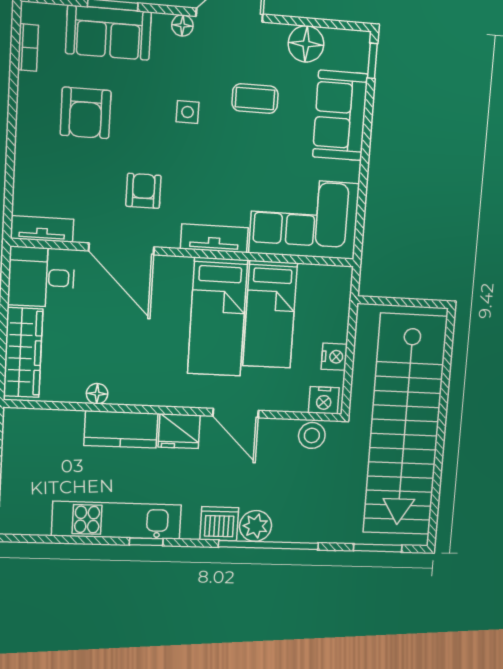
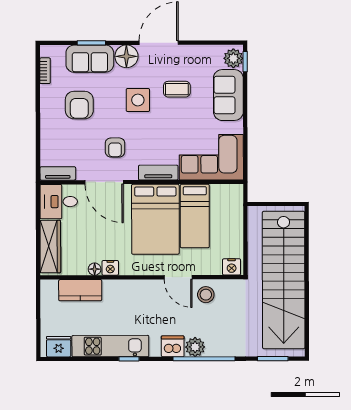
floor lamp: (182, 25) -> (126, 56), width x1.89, depth x1.89
floor lamp: (306, 44) -> (205, 55), removed
plant: (353, 53) -> (233, 58), added
side table: (188, 112) -> (138, 100), width x1.87, depth x1.87
armchair: (143, 191) -> (115, 147), turned 180
bed: (218, 317) -> (155, 219), width x1.50
nightstand: (334, 357) -> (110, 268), moved, turned 90
kitchen counter: (121, 429) -> (80, 290), moved
fridge: (179, 431) -> (59, 347), moved, turned 180
stool: (312, 435) -> (206, 295), moved

